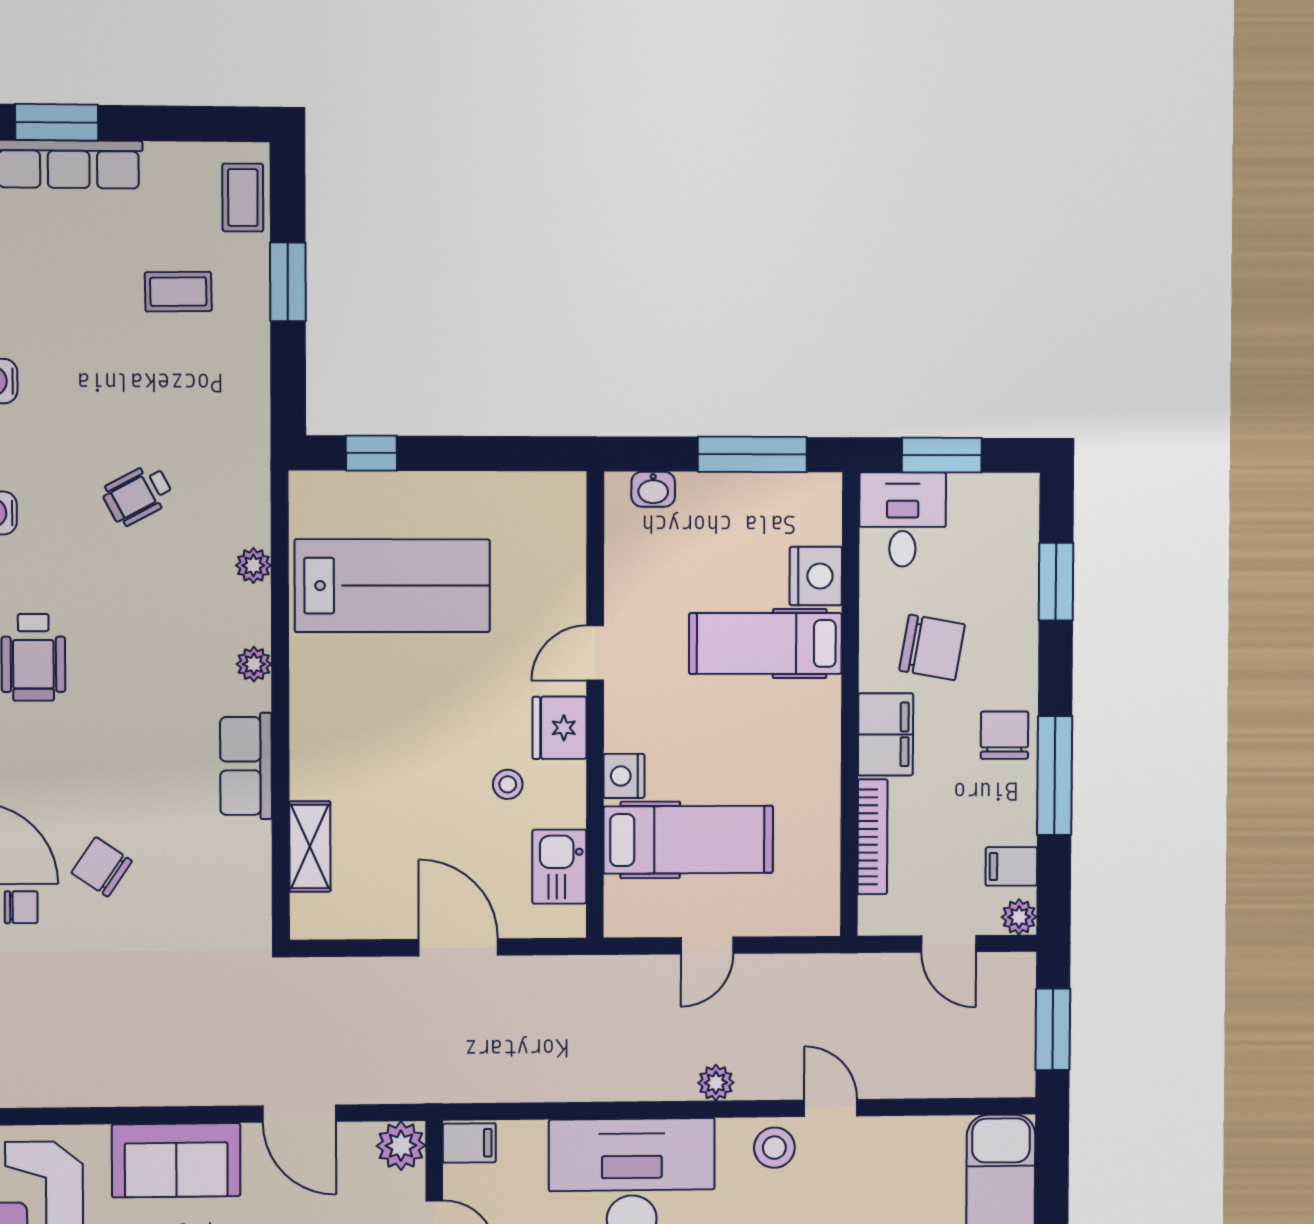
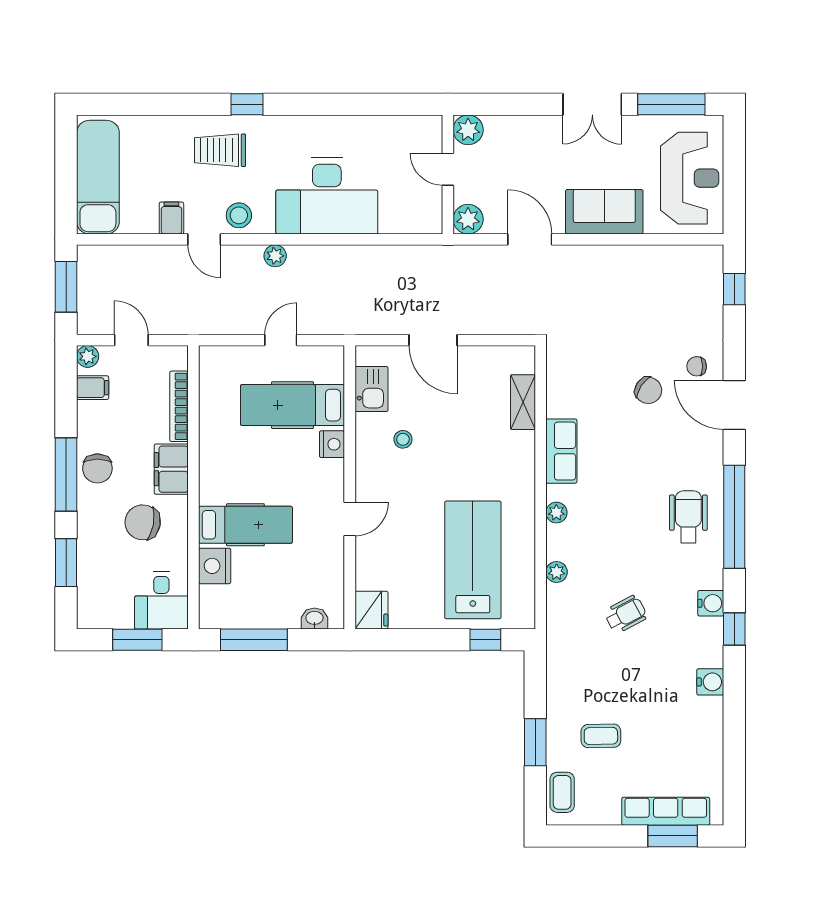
lab bench: (392, 586) -> (473, 560), turned 90
fridge: (559, 728) -> (371, 610), moved
window: (1055, 776) -> (66, 474), moved
filing cabinet: (469, 1143) -> (171, 218), moved, turned 90

